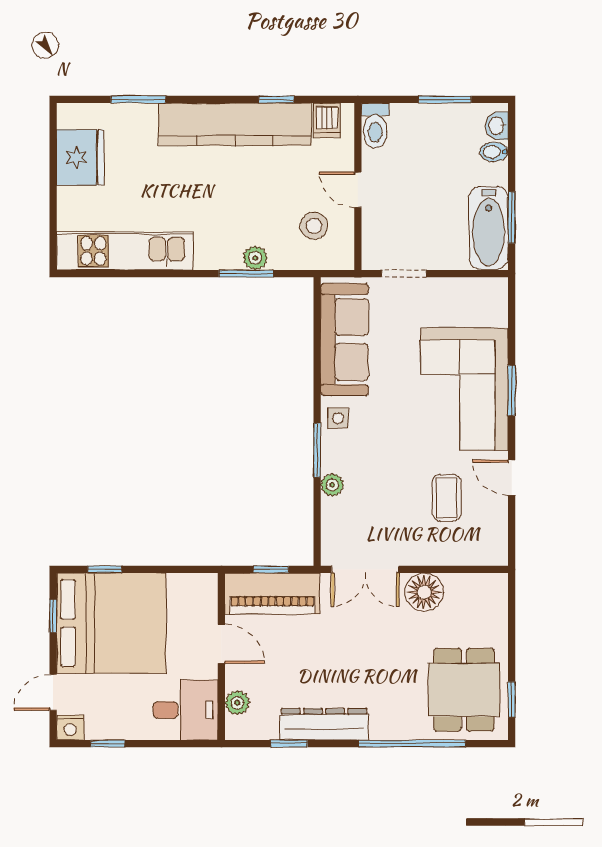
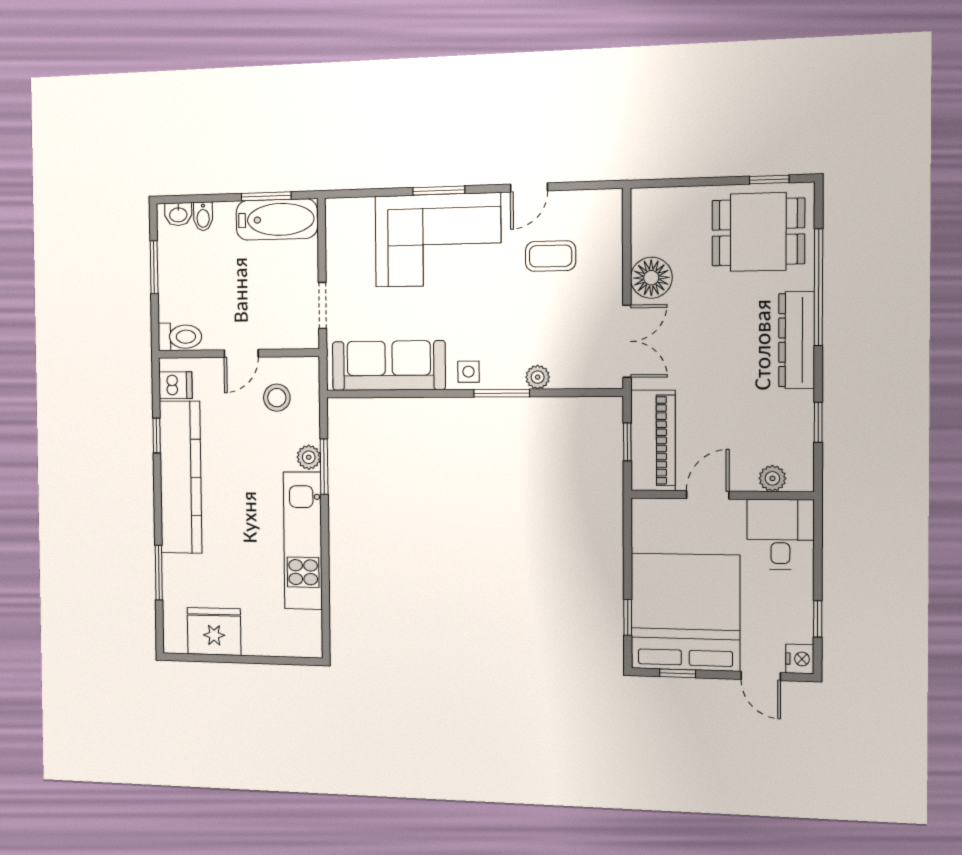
kitchen unit: (125, 251) -> (303, 541), moved
dresser: (324, 724) -> (797, 340), moved

